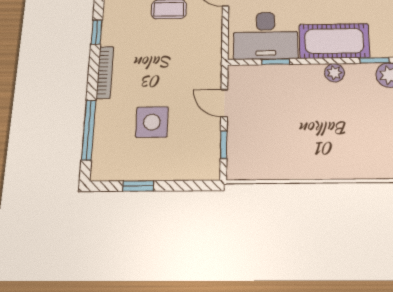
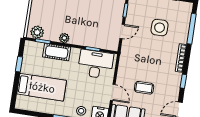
cot: (334, 41) -> (57, 52), width x0.73, depth x0.75
door: (224, 103) -> (122, 31), hinge flipped

